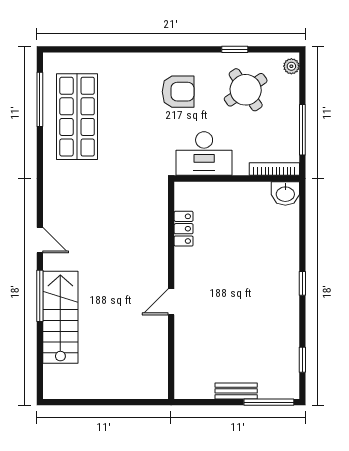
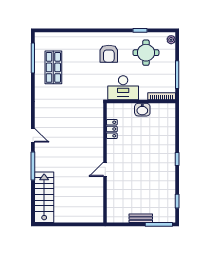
round table: (246, 90) -> (146, 53), turned 34
armchair: (178, 92) -> (109, 54), turned 90
shop shelf: (77, 117) -> (53, 67), width x0.70, depth x0.74
washbasin: (285, 193) -> (142, 110), moved
stairs: (60, 317) -> (44, 197), moved

